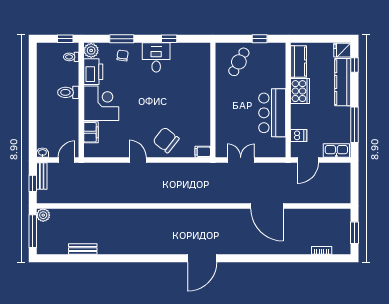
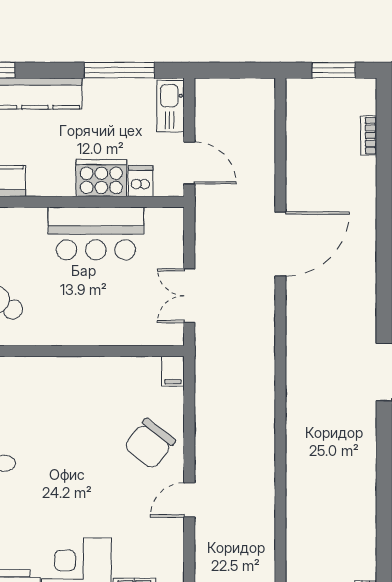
cooker: (300, 91) -> (101, 178), moved

